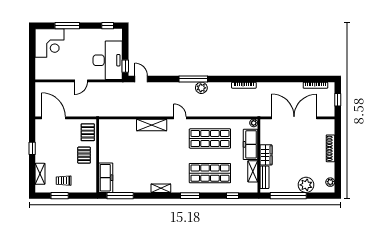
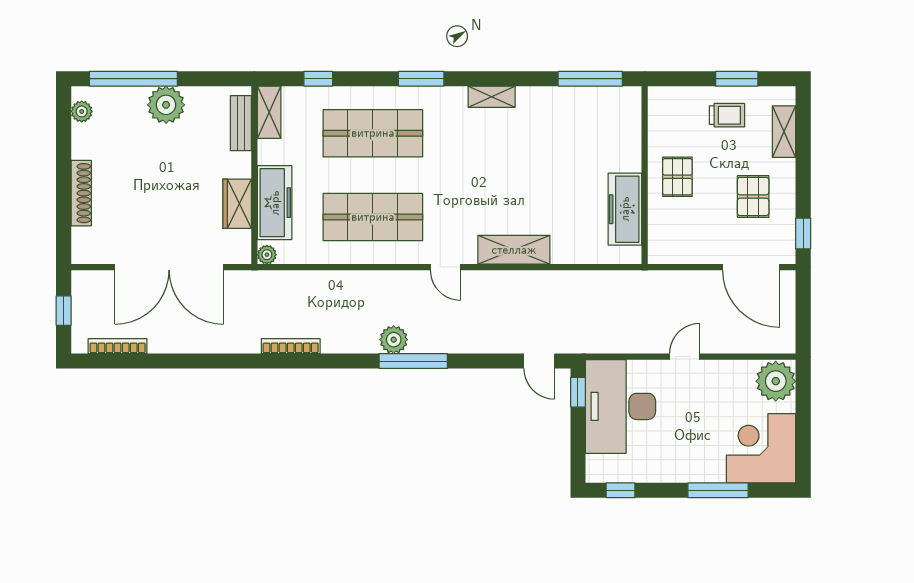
plant: (43, 71) -> (776, 381), added
pallet: (88, 132) -> (753, 197), moved
window: (32, 148) -> (803, 233), moved
wardrobe: (266, 155) -> (237, 204), moved
shelving: (253, 171) -> (269, 112), moved
freezer: (106, 178) -> (625, 209), moved
plant: (306, 185) -> (166, 105), moved
window: (288, 196) -> (133, 79), moved

